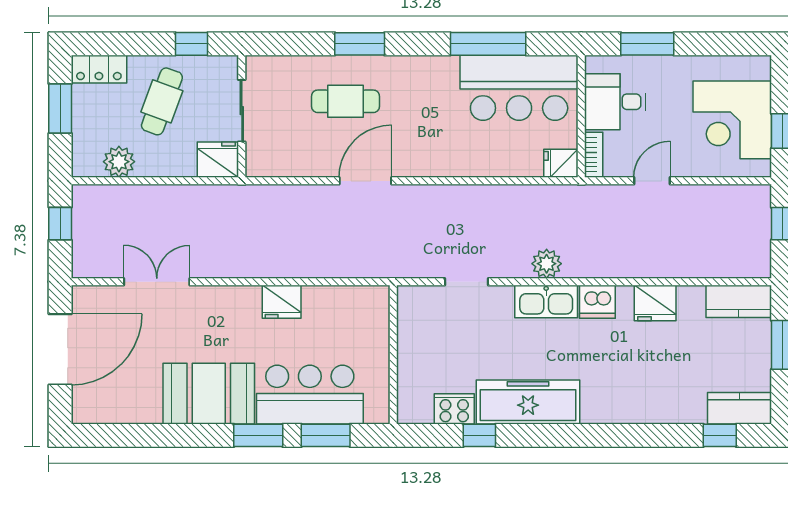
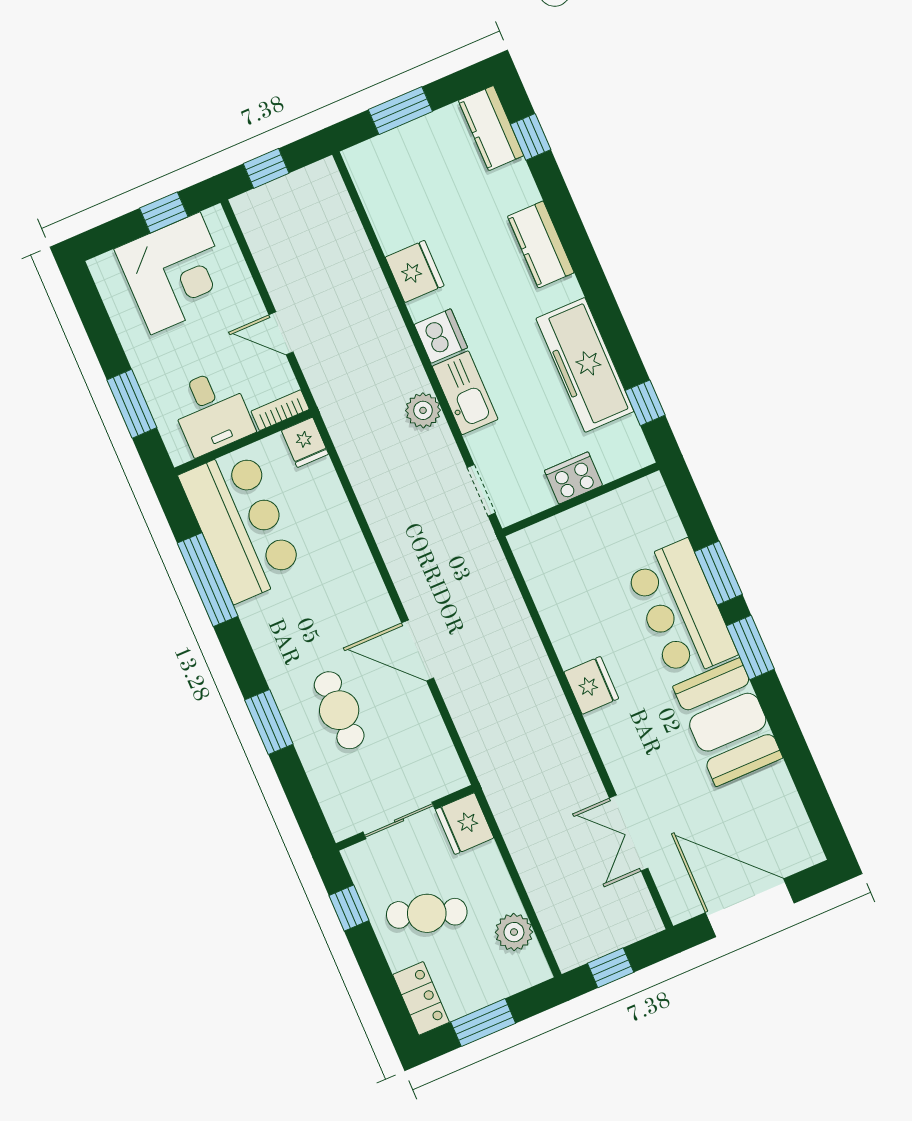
kitchen counter: (739, 301) -> (541, 244), moved, turned 180
wall: (393, 355) -> (581, 499), moved
cooker: (454, 409) -> (573, 478), moved, turned 90

